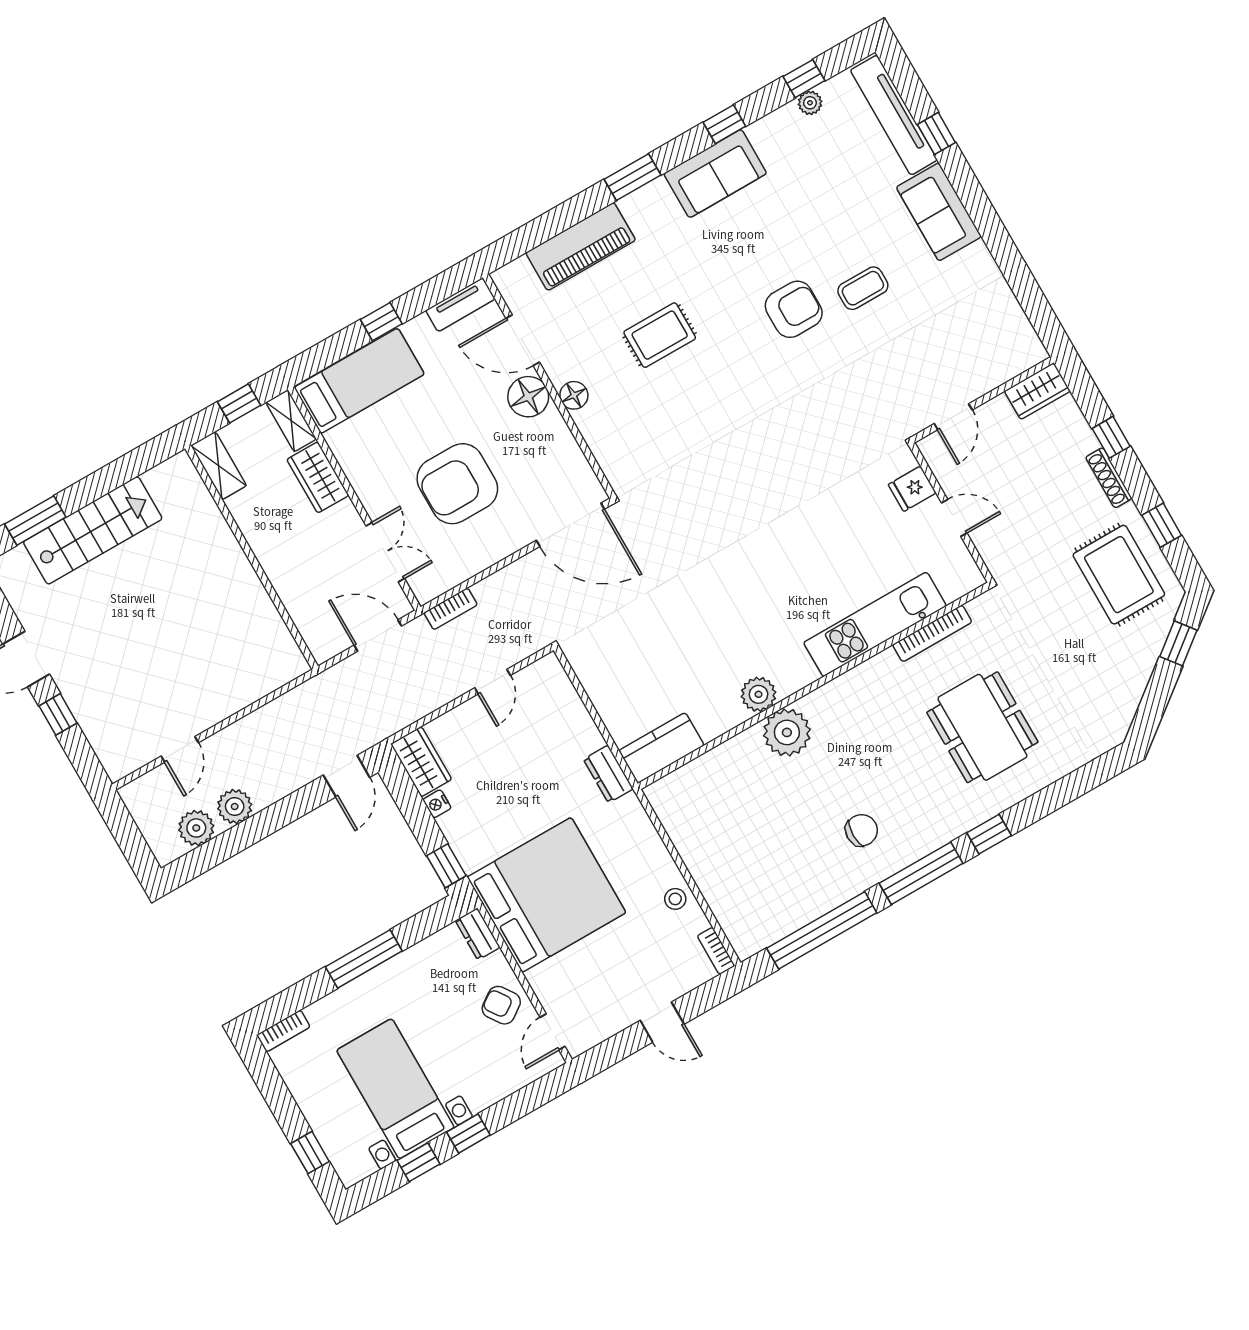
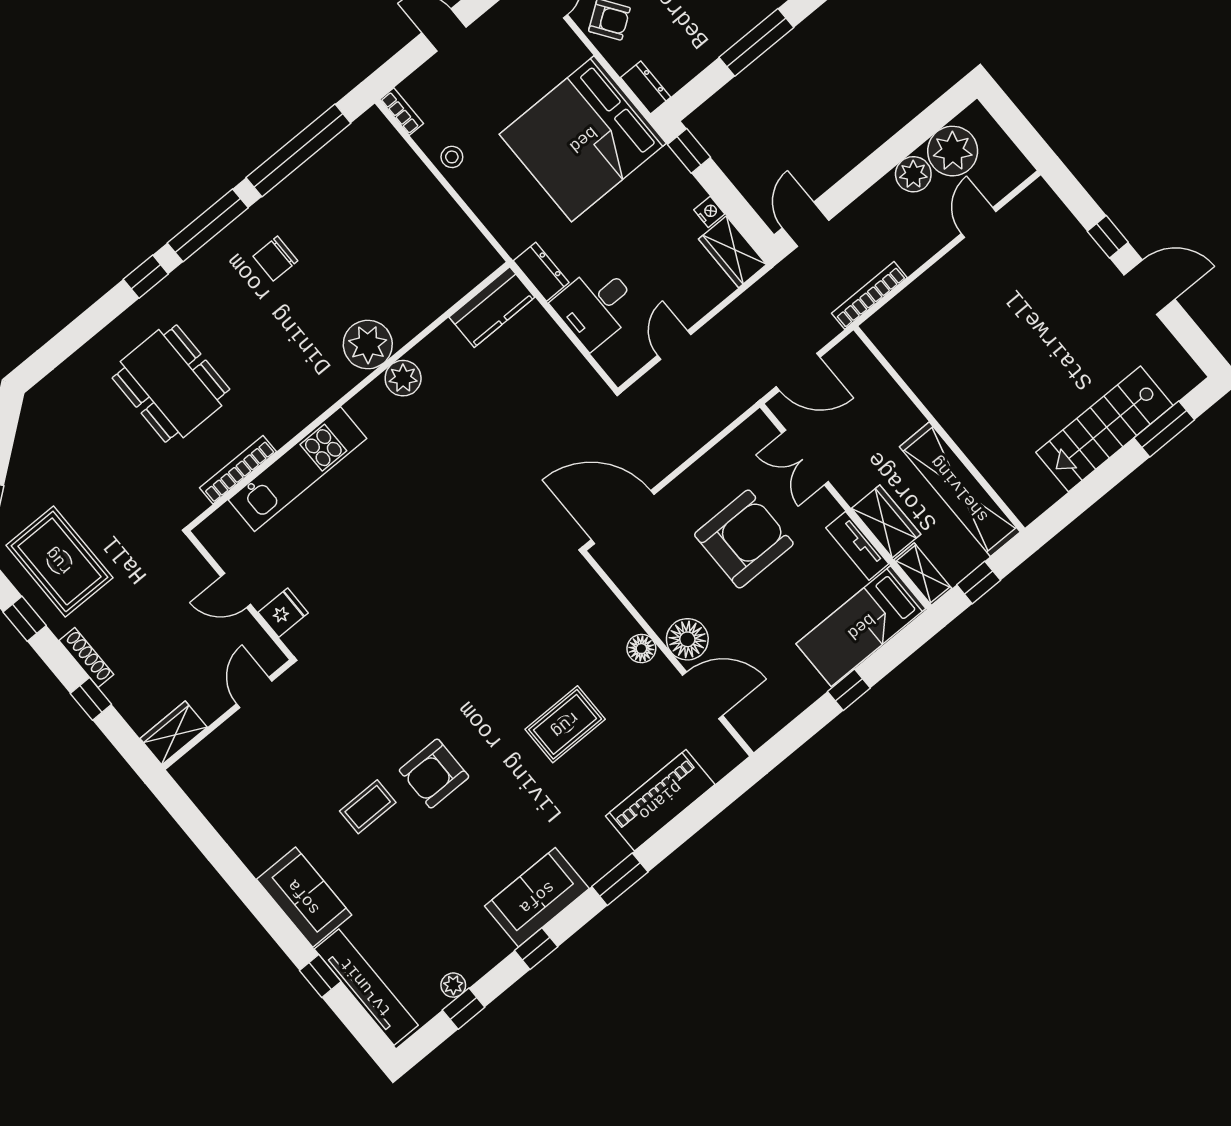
tv unit: (460, 305) -> (857, 546), moved, turned -90
shelving: (219, 466) -> (960, 489), width x2.20, depth x1.33
bookcase: (451, 609) -> (869, 295), moved, width x1.56
desk: (561, 732) -> (596, 306), added
plant: (196, 828) -> (953, 151), width x1.36, depth x1.36

